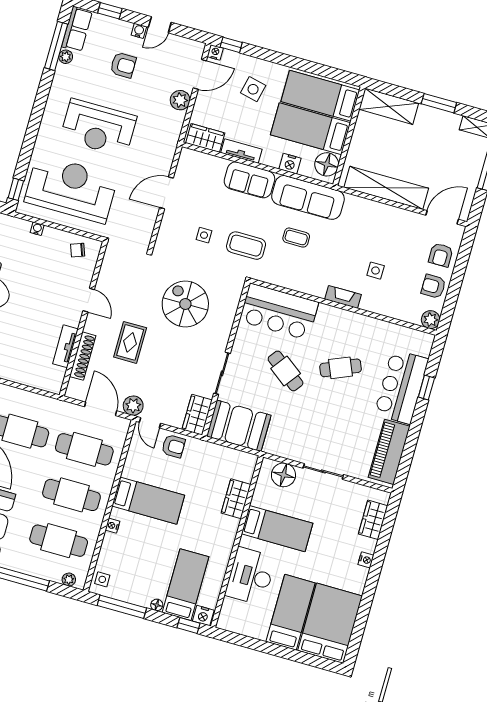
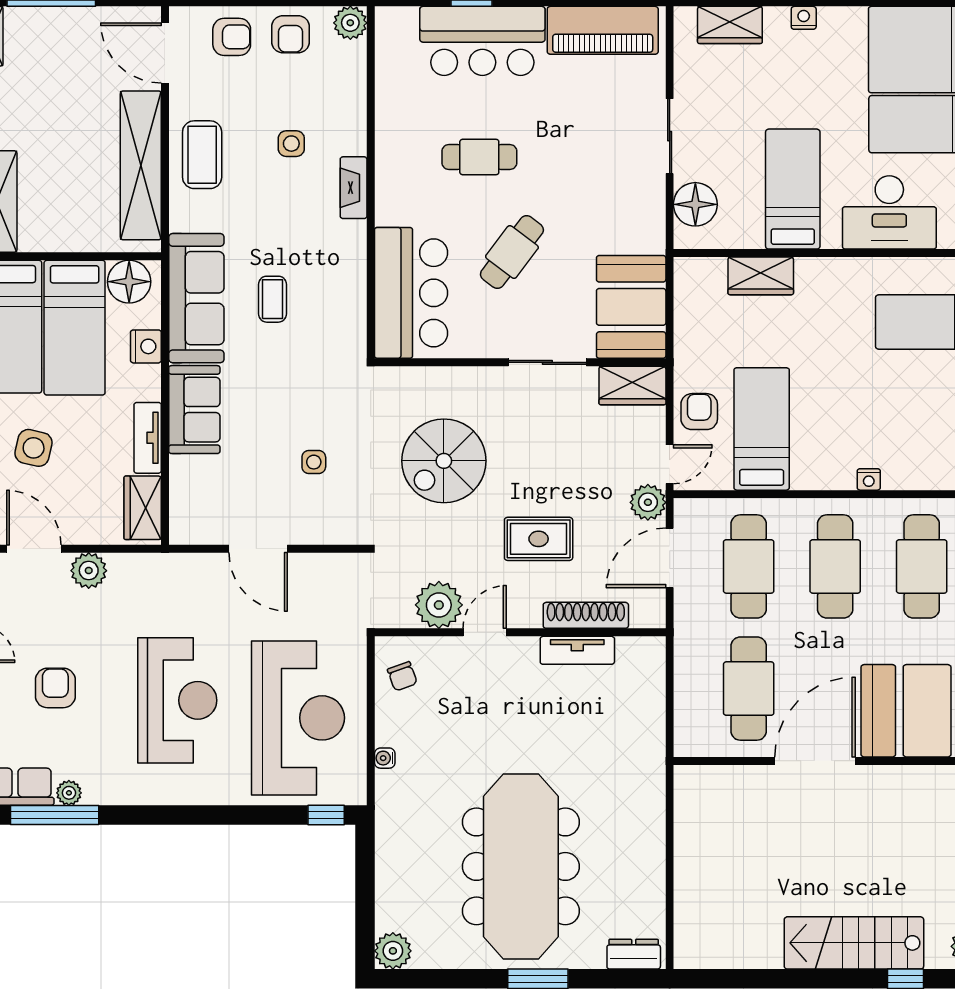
reception desk: (71, 189) -> (298, 718), turned 180
coffee table: (246, 246) -> (202, 155), moved
plant: (110, 280) -> (439, 605), added
cafe table: (341, 368) -> (479, 157), turned -67
bed: (148, 501) -> (762, 429), moved

